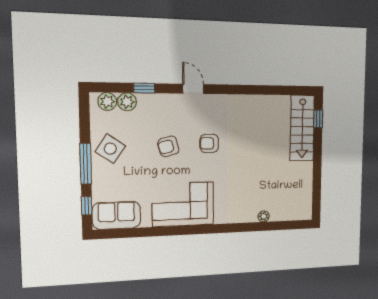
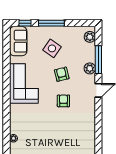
window: (144, 88) -> (98, 60), width x2.17
plant: (127, 102) -> (90, 68), moved
side table: (110, 149) -> (52, 48), moved

